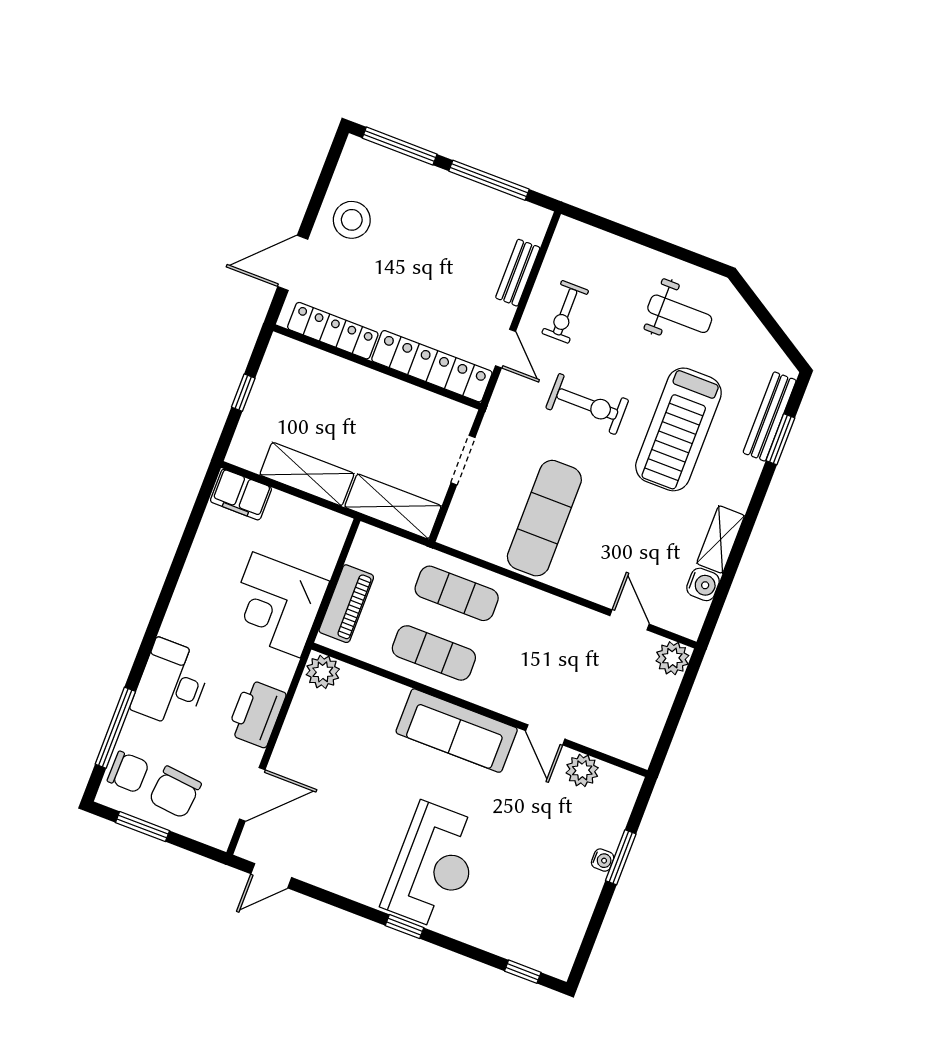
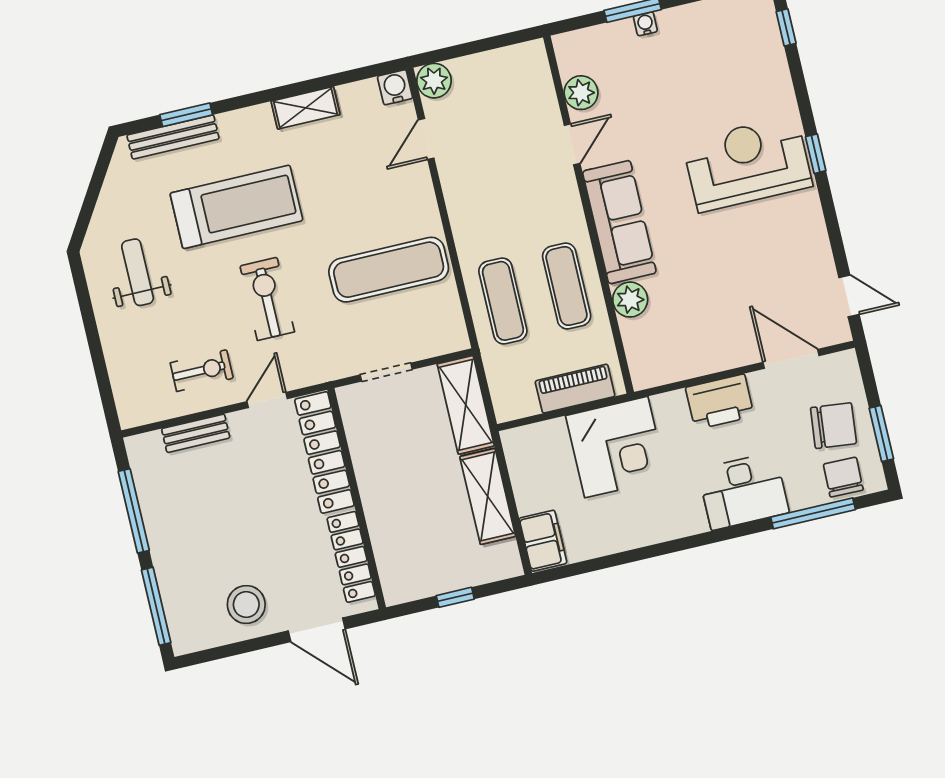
water cooler: (703, 584) -> (395, 87), moved
plant: (323, 672) -> (630, 300), moved

